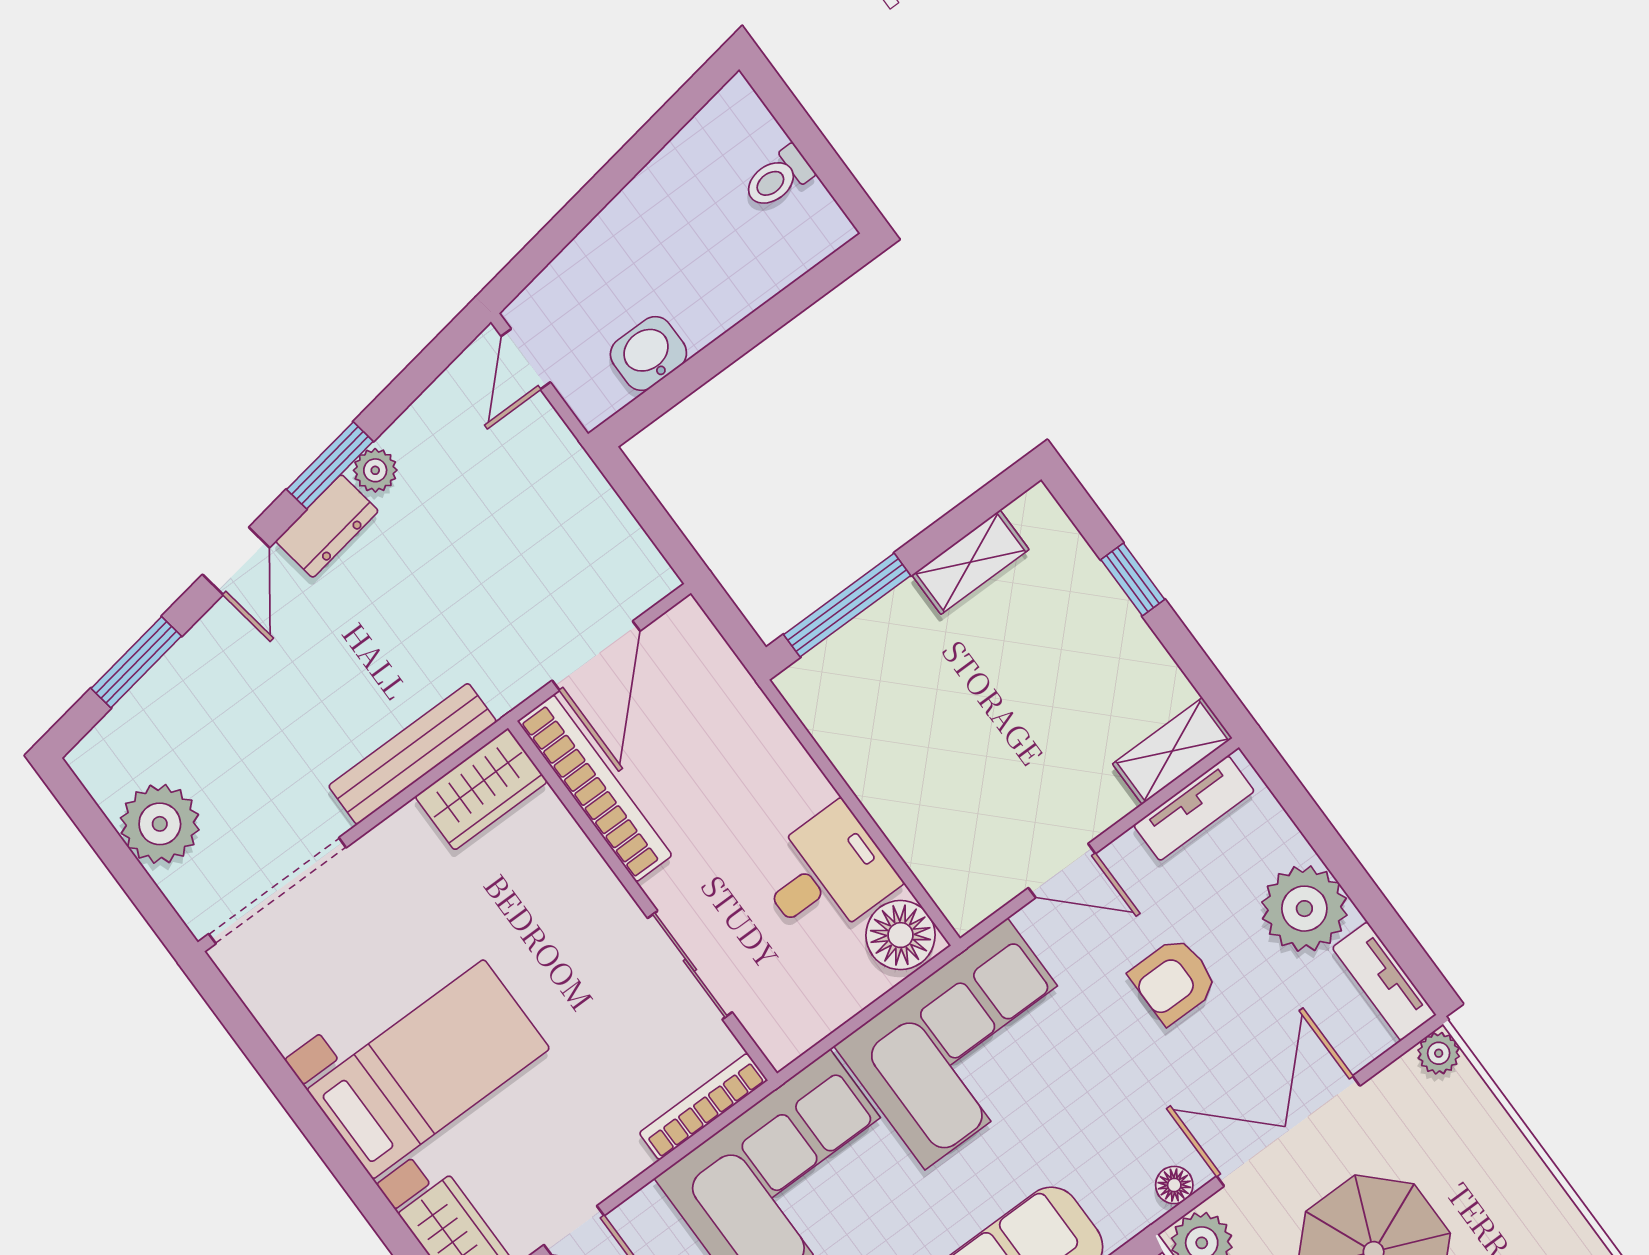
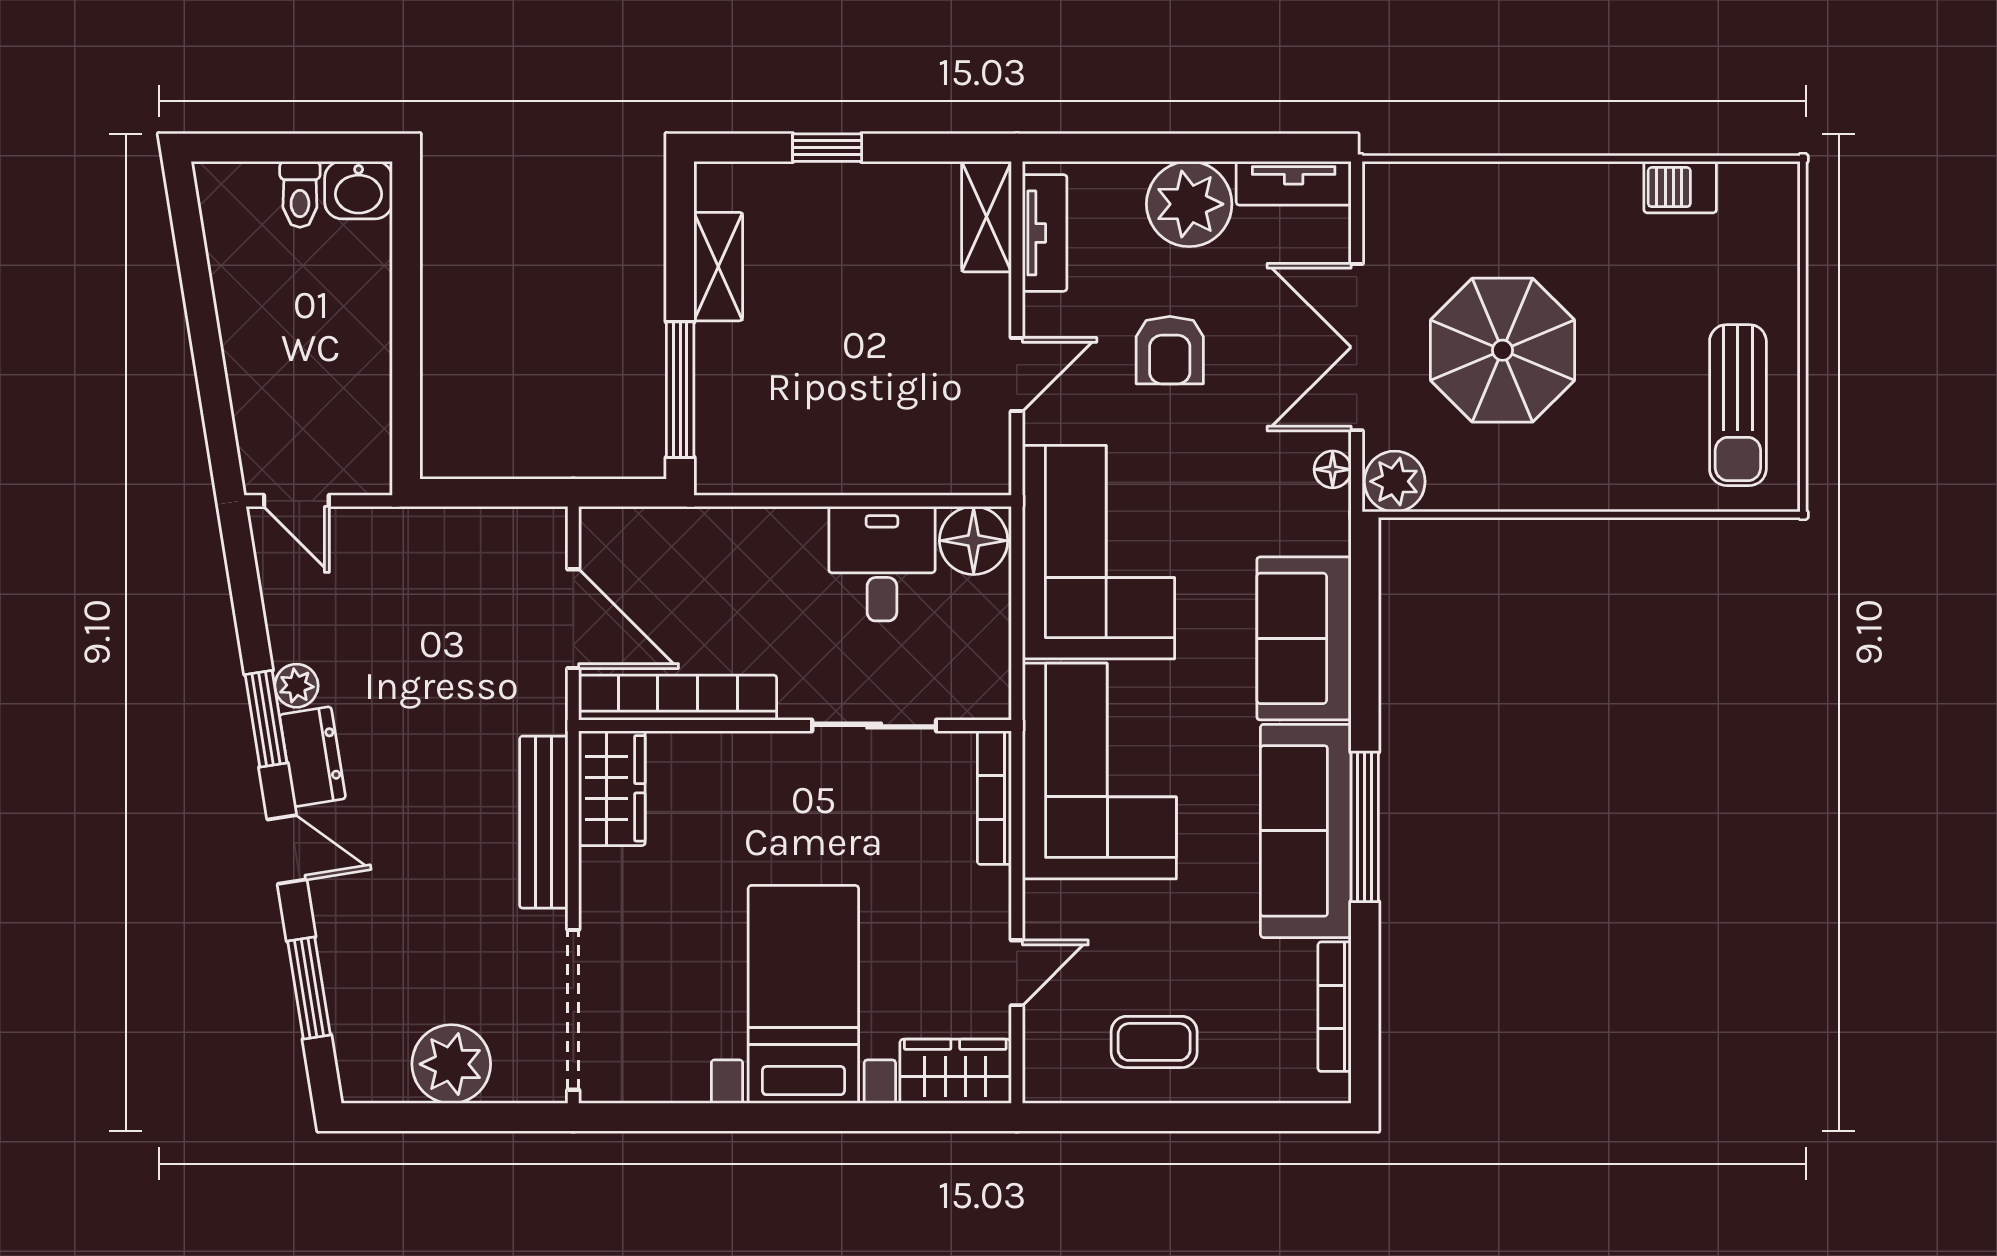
washbasin: (648, 354) -> (359, 190), moved, turned -90
plant: (1439, 1053) -> (1383, 182), removed

